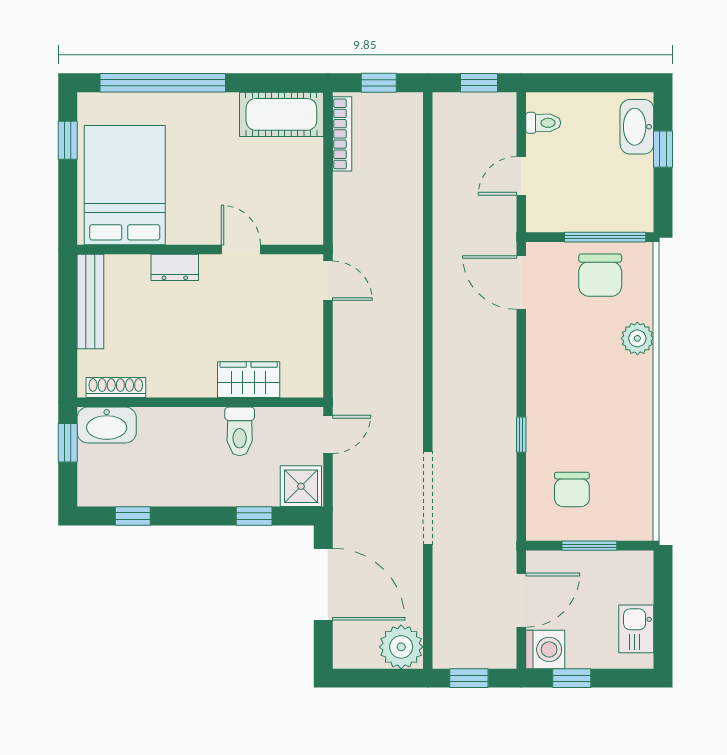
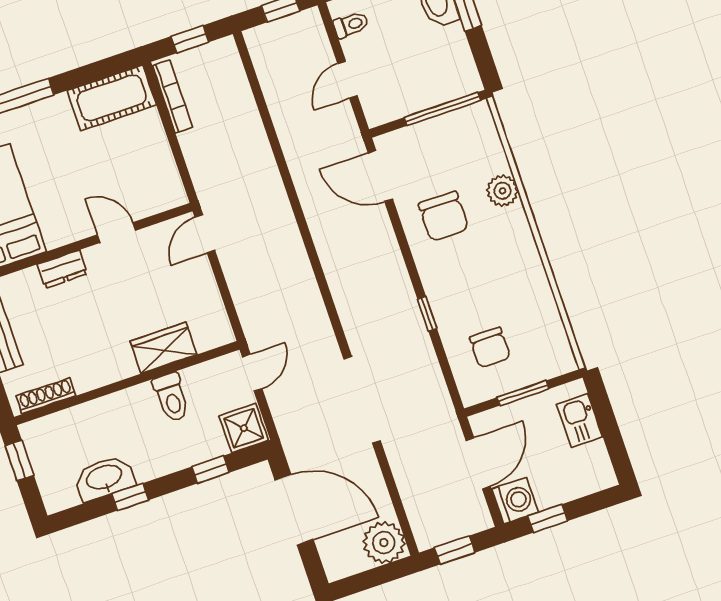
chair: (600, 275) -> (444, 216), moved
door: (328, 281) -> (205, 234), swing flipped
washbasin: (107, 425) -> (104, 478), moved, turned 180
window: (133, 516) -> (130, 497), moved
kitchen sink: (636, 629) -> (580, 421), moved

